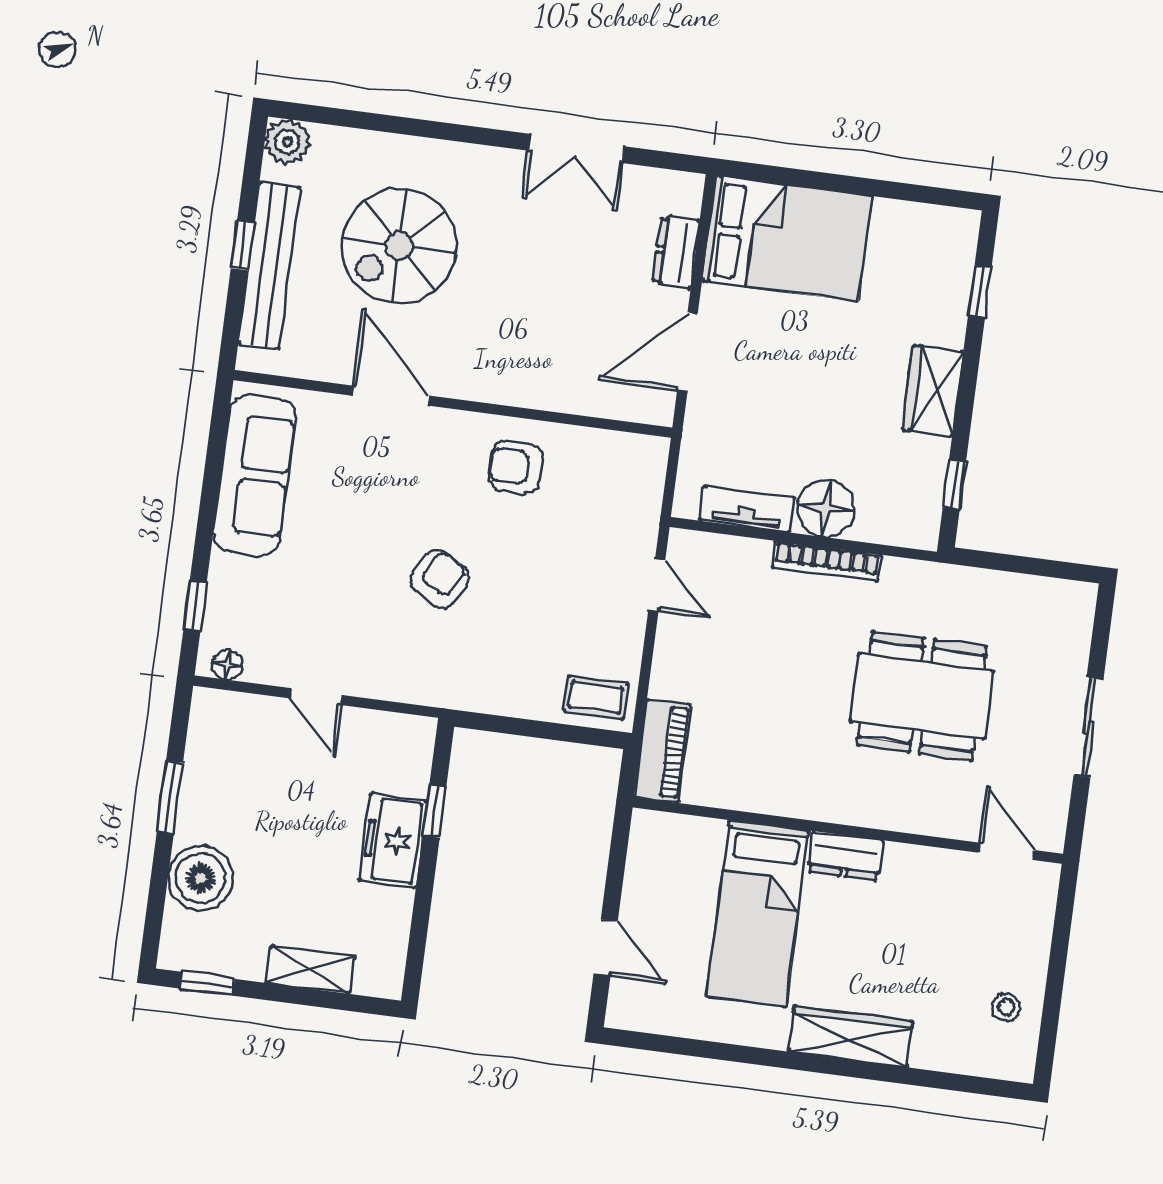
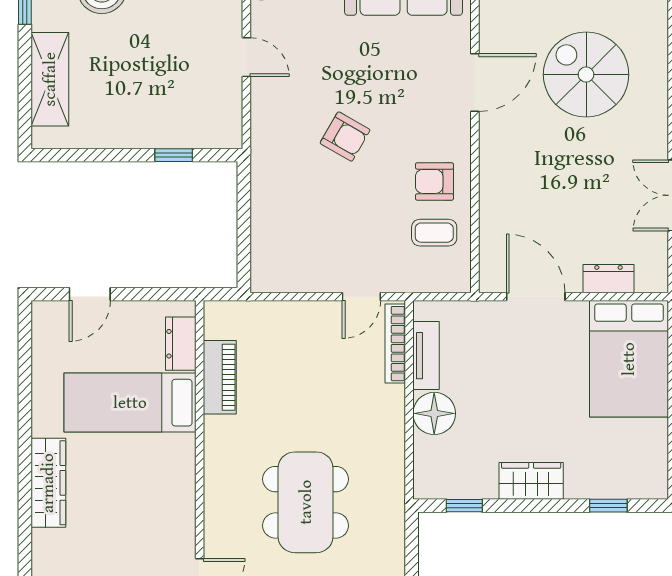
armchair: (516, 467) -> (434, 181), turned -90
bookcase: (827, 561) -> (395, 344), moved
door: (316, 697) -> (246, 57), swing flipped
coffee table: (596, 698) -> (434, 233), moved, turned 90
piano: (662, 751) -> (220, 377), moved, turned -90
freezer: (393, 841) -> (148, 128), removed
dresser: (845, 856) -> (181, 344), moved
shelving: (310, 970) -> (50, 79), width x1.50, depth x1.33

